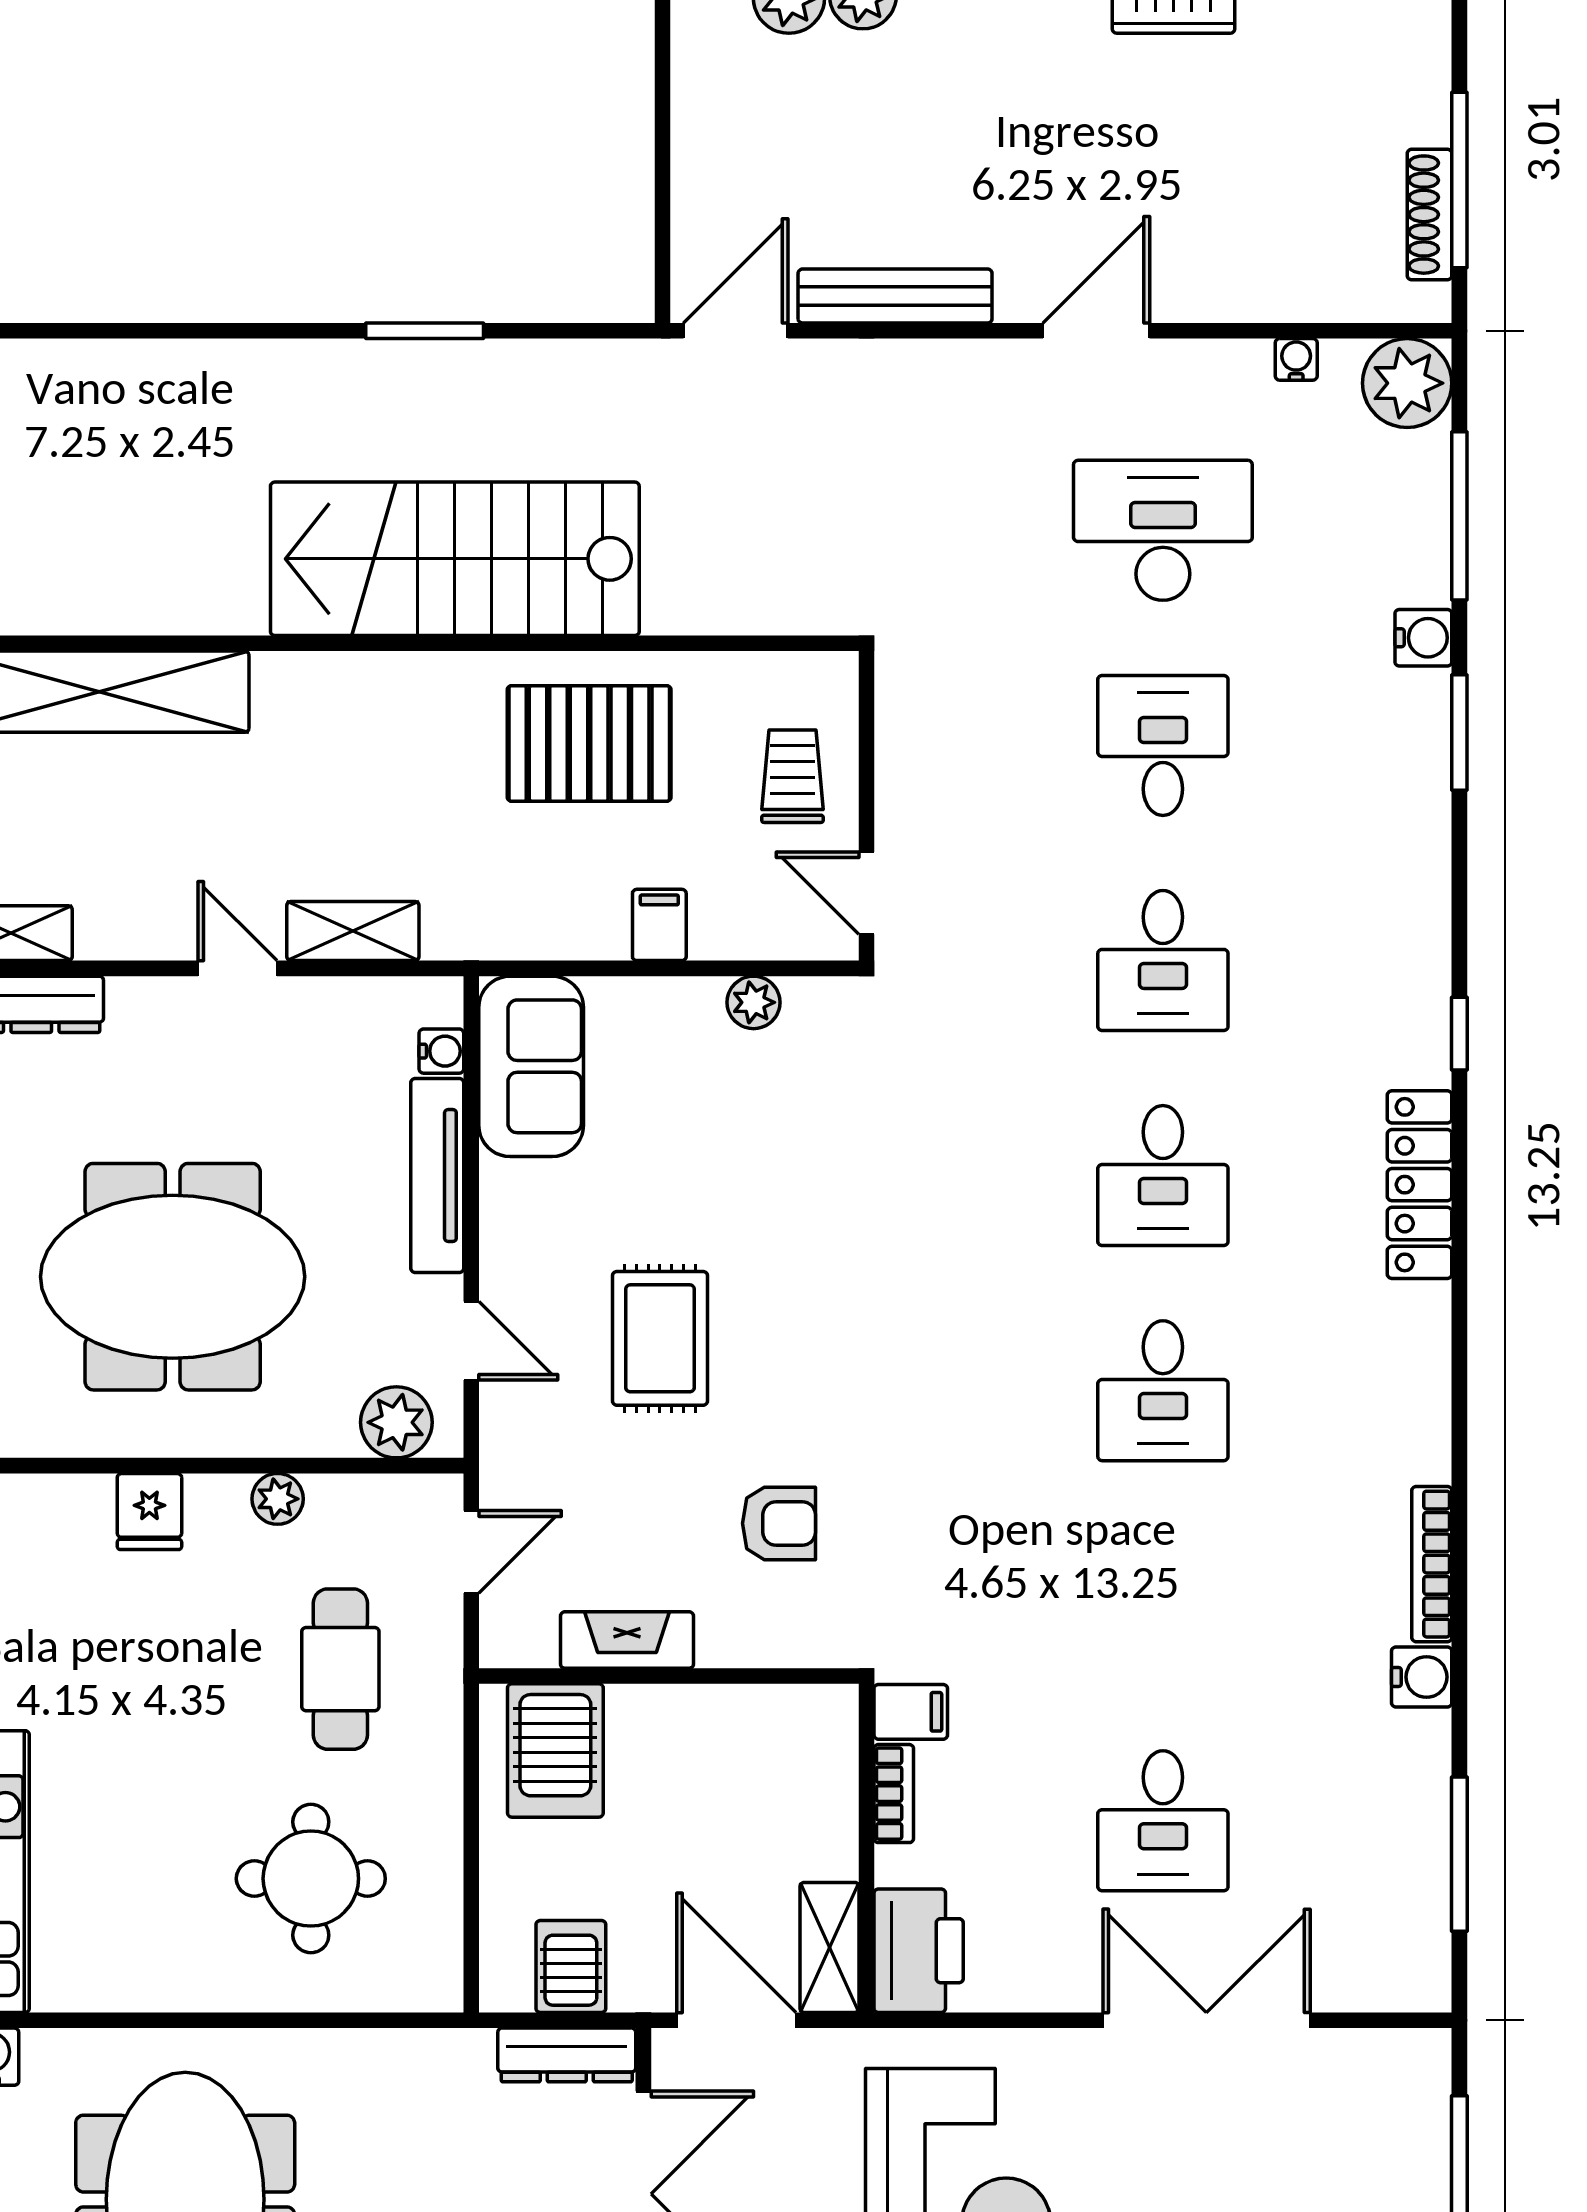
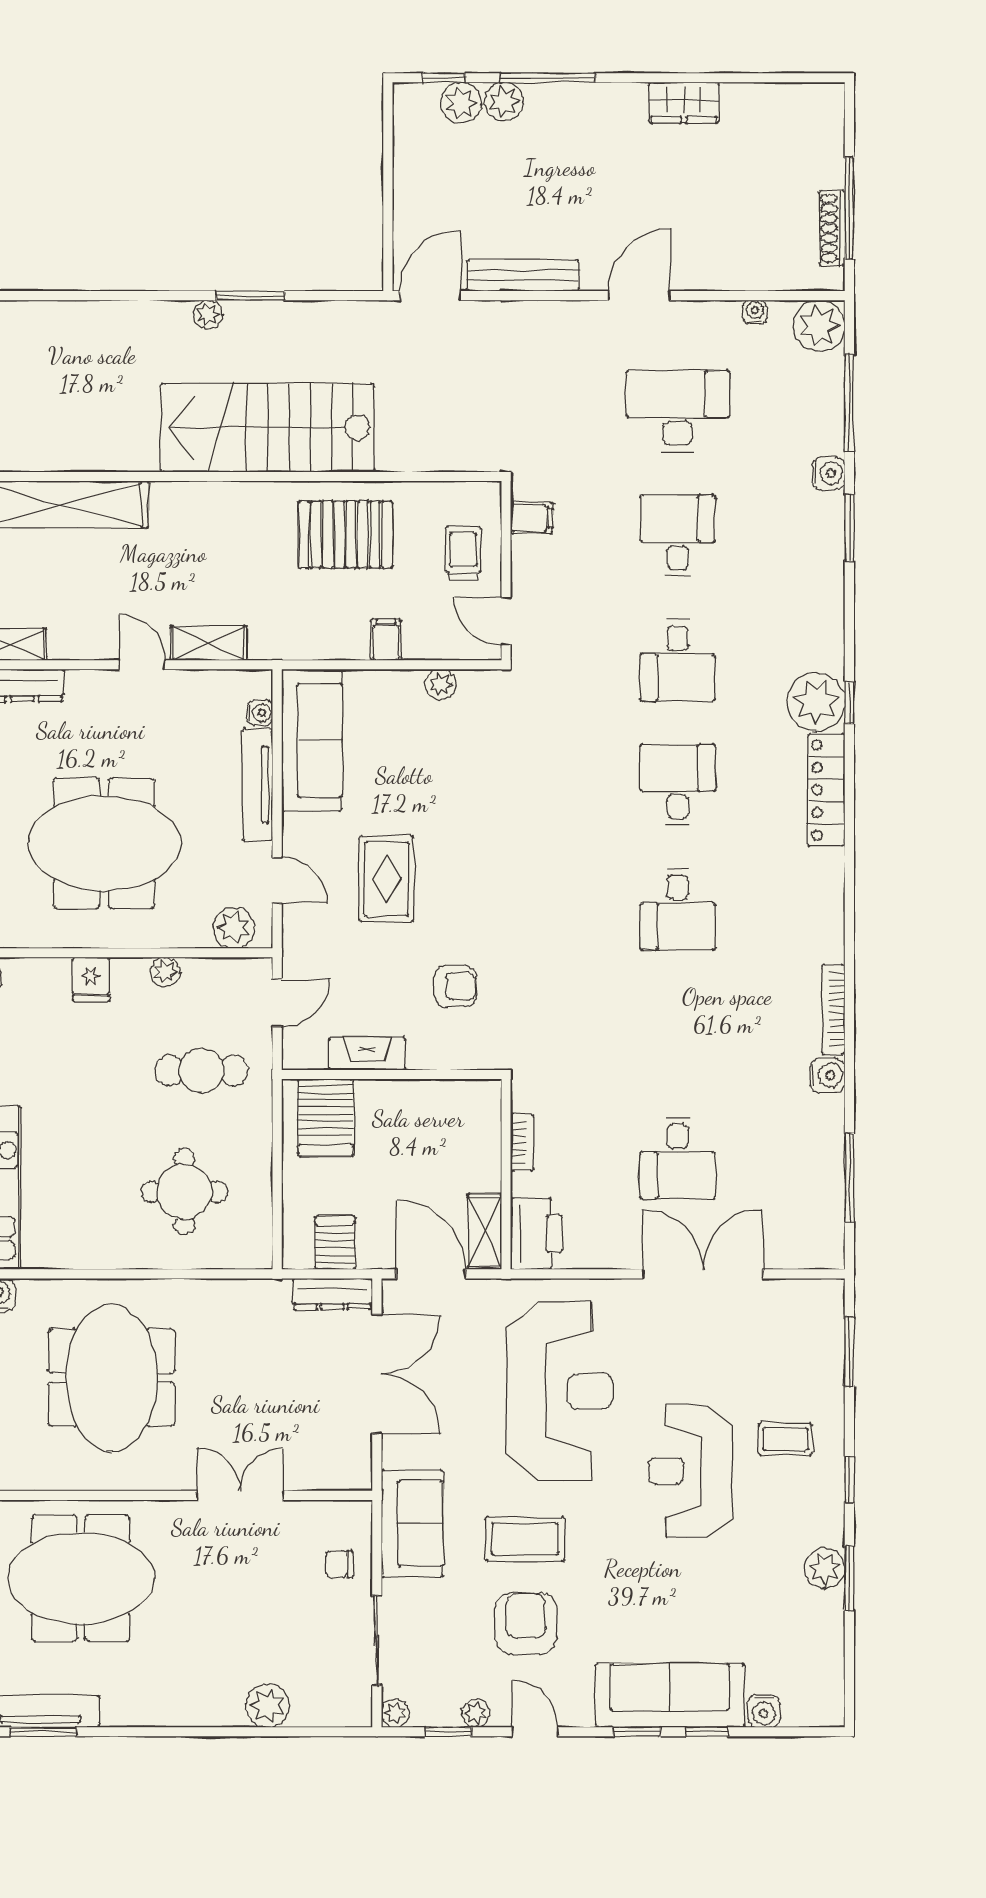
plant: (352, 364) -> (208, 315), added
plant: (1402, 1032) -> (816, 702), added
sofa: (531, 1066) -> (312, 740), width x1.36
desk: (1163, 1176) -> (678, 785), turned 180
cafe table: (340, 1669) -> (201, 1071), turned 90
filing cabinet: (911, 1712) -> (532, 518), moved

